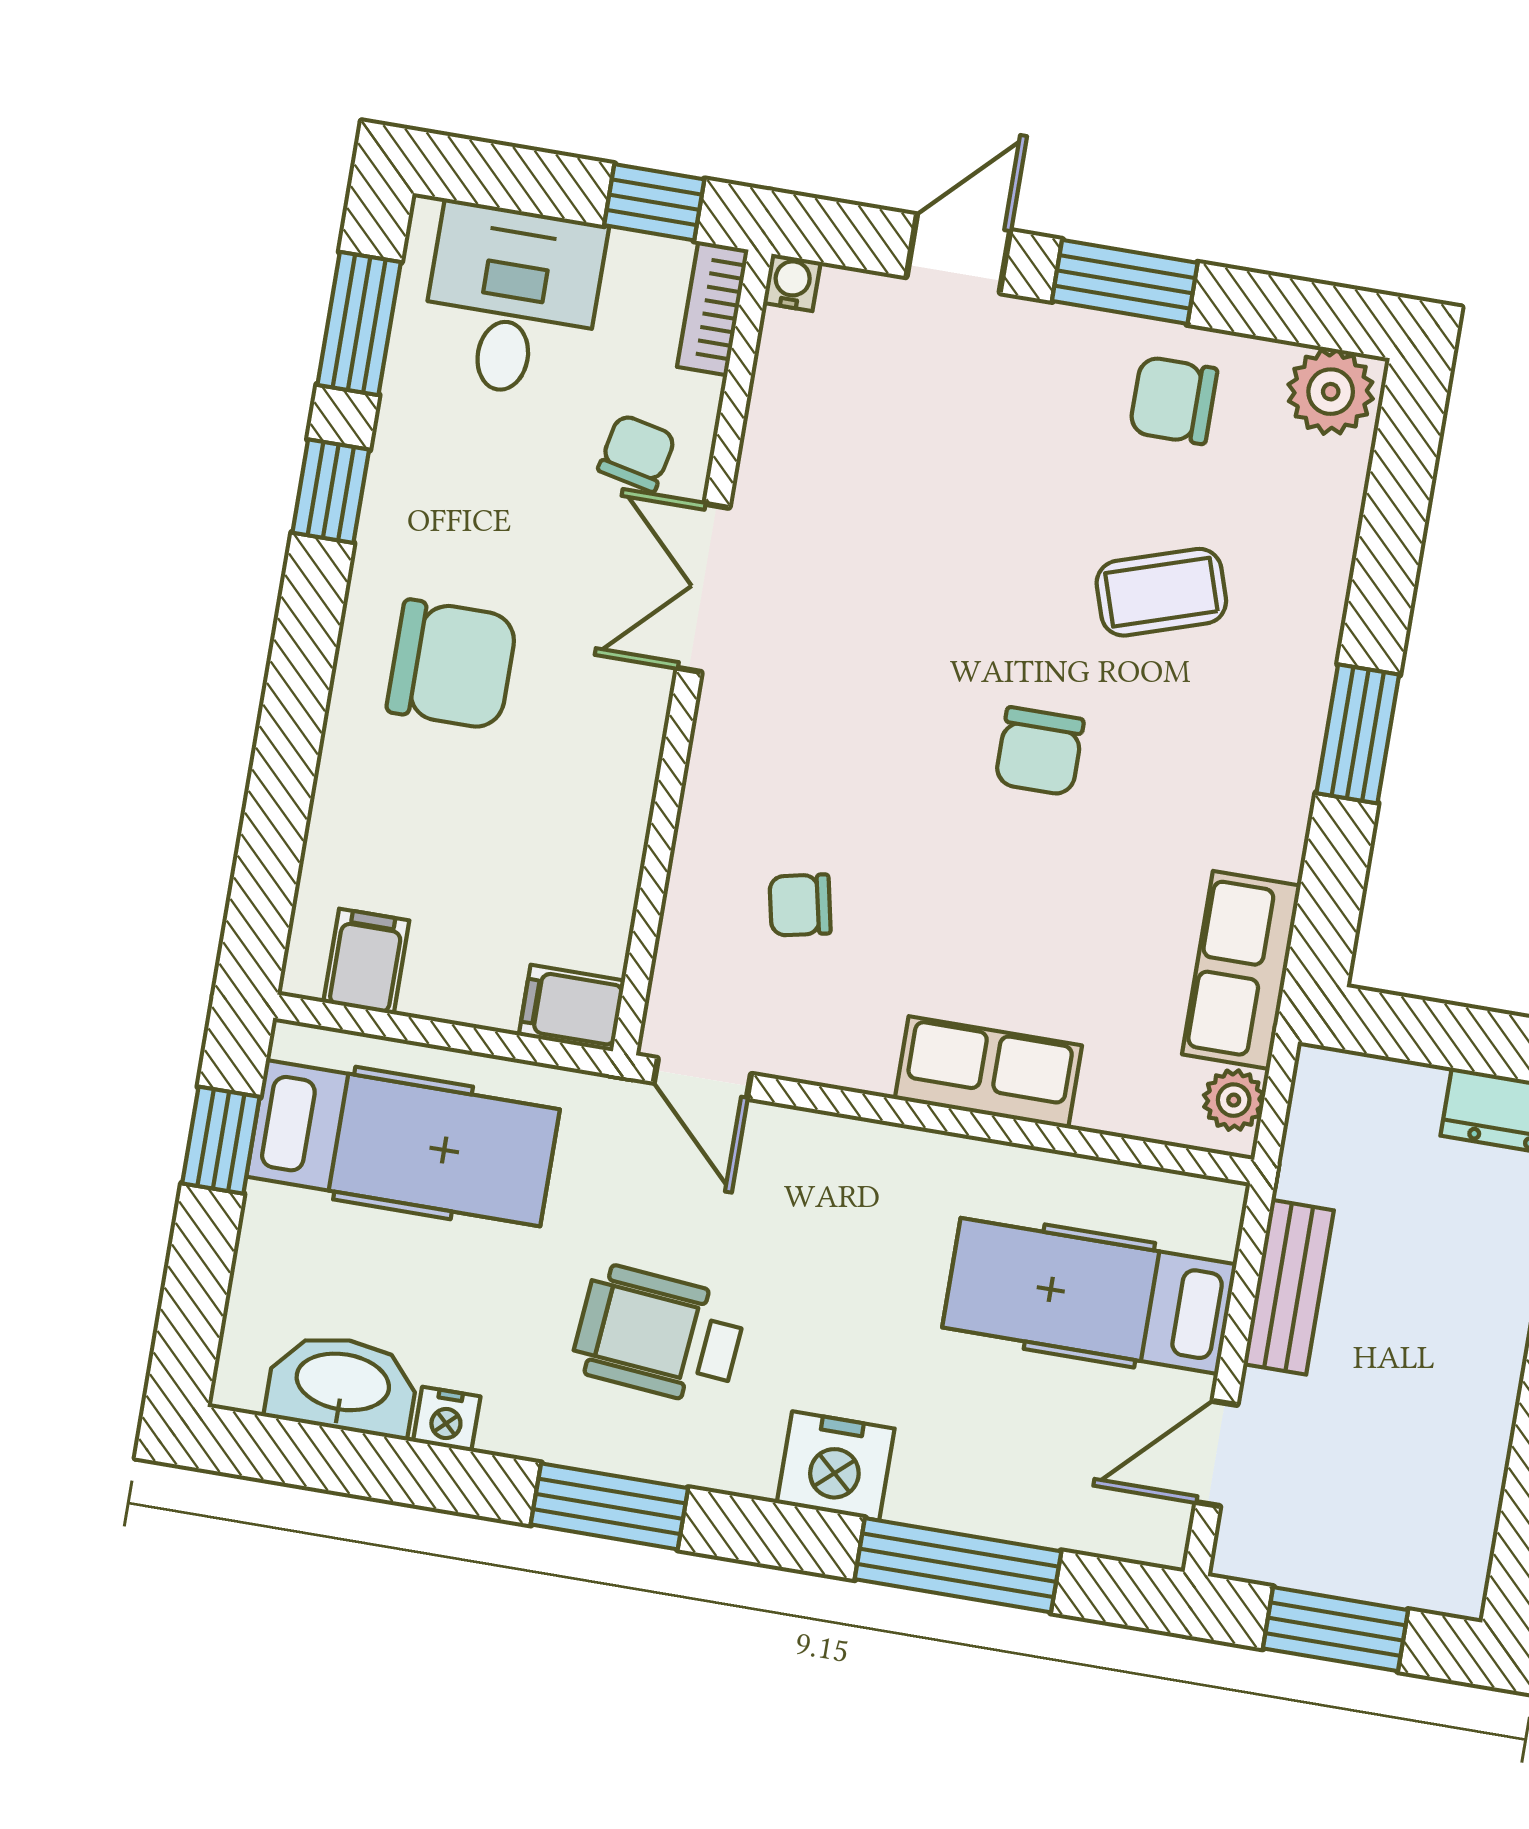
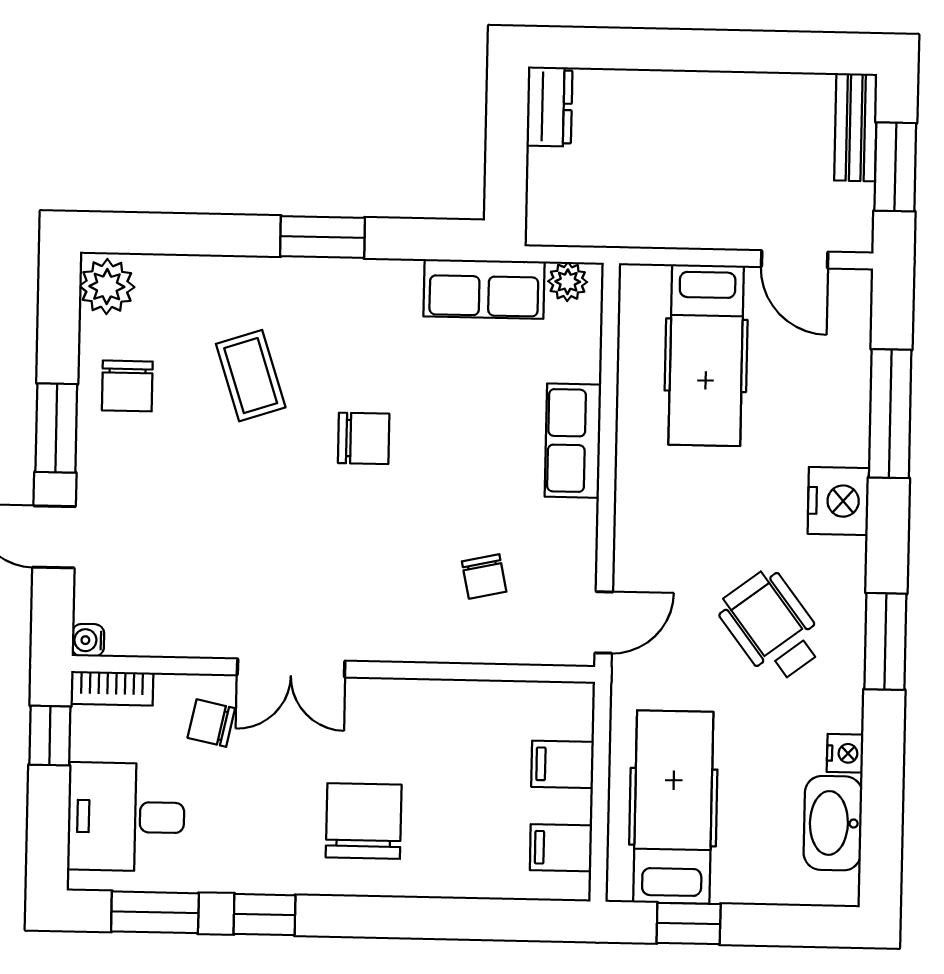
filing cabinet: (572, 1008) -> (562, 764), moved, turned 90
bench: (1289, 1287) -> (856, 127), moved, turned 90
wheelchair: (659, 1335) -> (772, 626), turned 138

